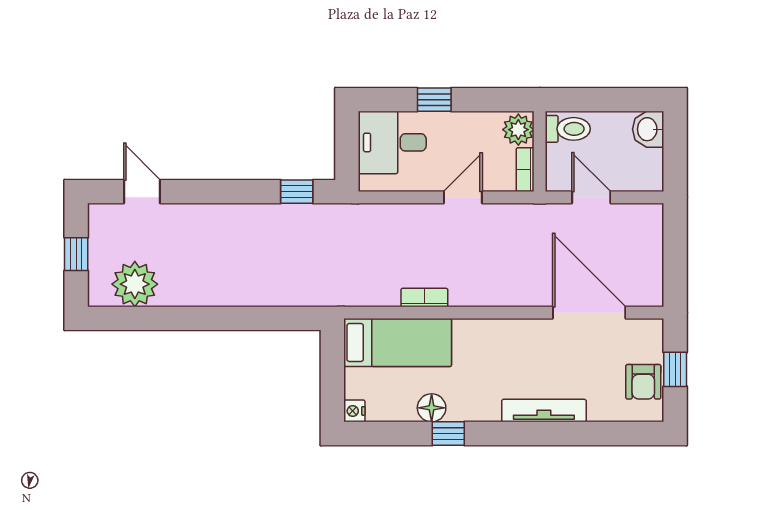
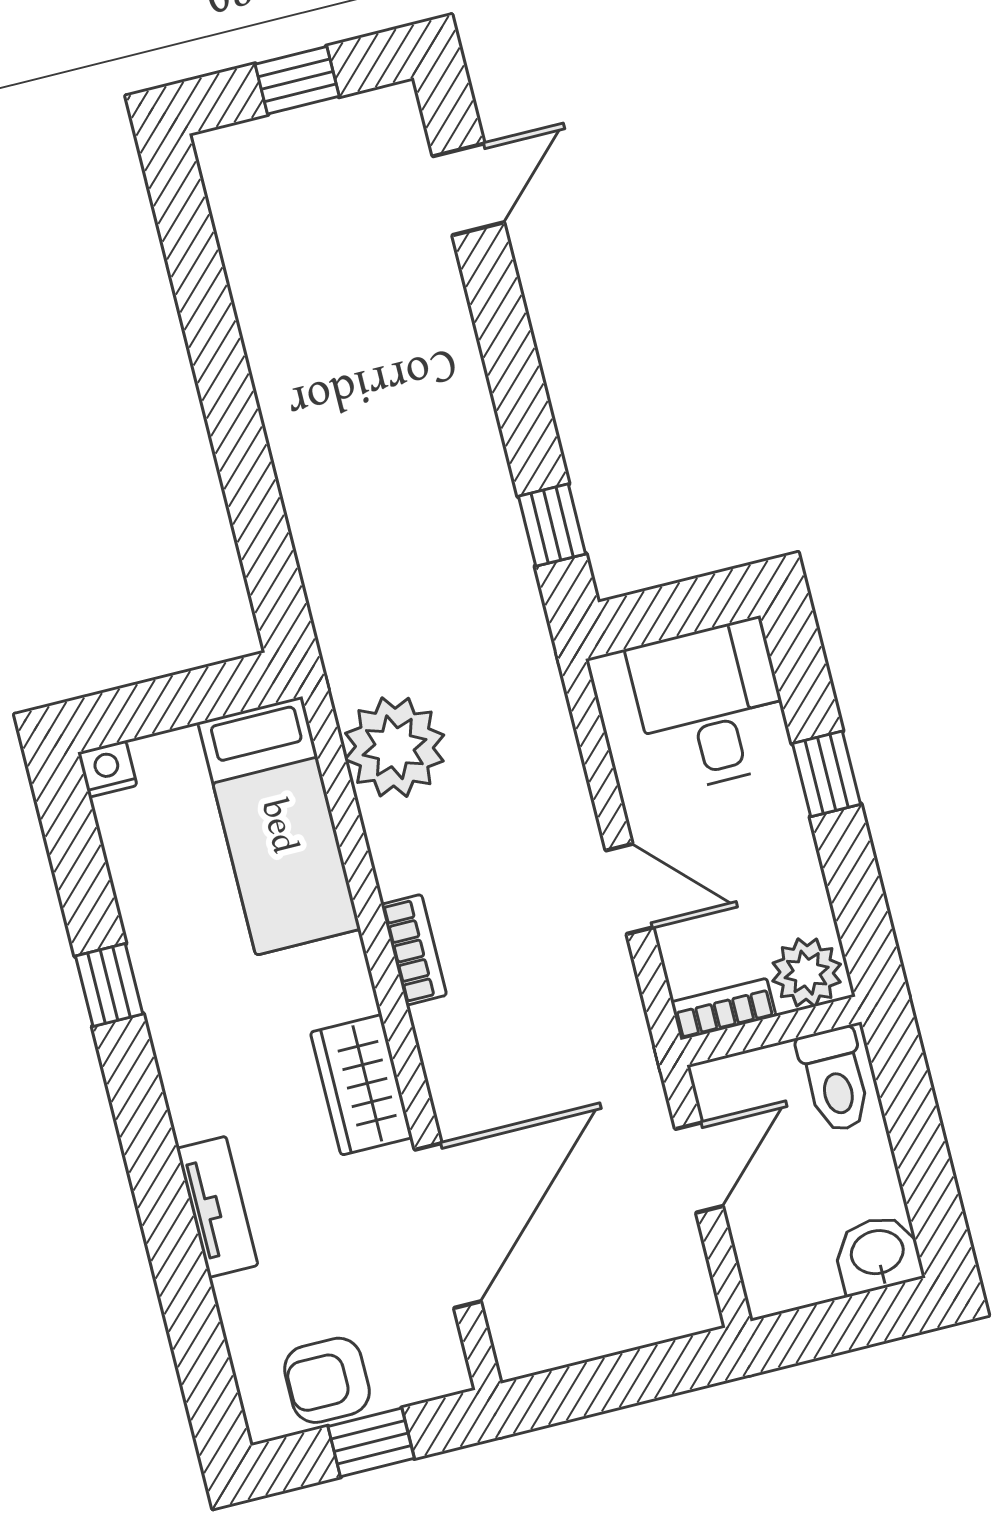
plant: (135, 284) -> (394, 747), moved
bookcase: (424, 298) -> (414, 950), moved
wardrobe: (519, 335) -> (361, 1085), added
floor lamp: (432, 408) -> (156, 935), removed
tv unit: (544, 411) -> (217, 1207), width x0.71

